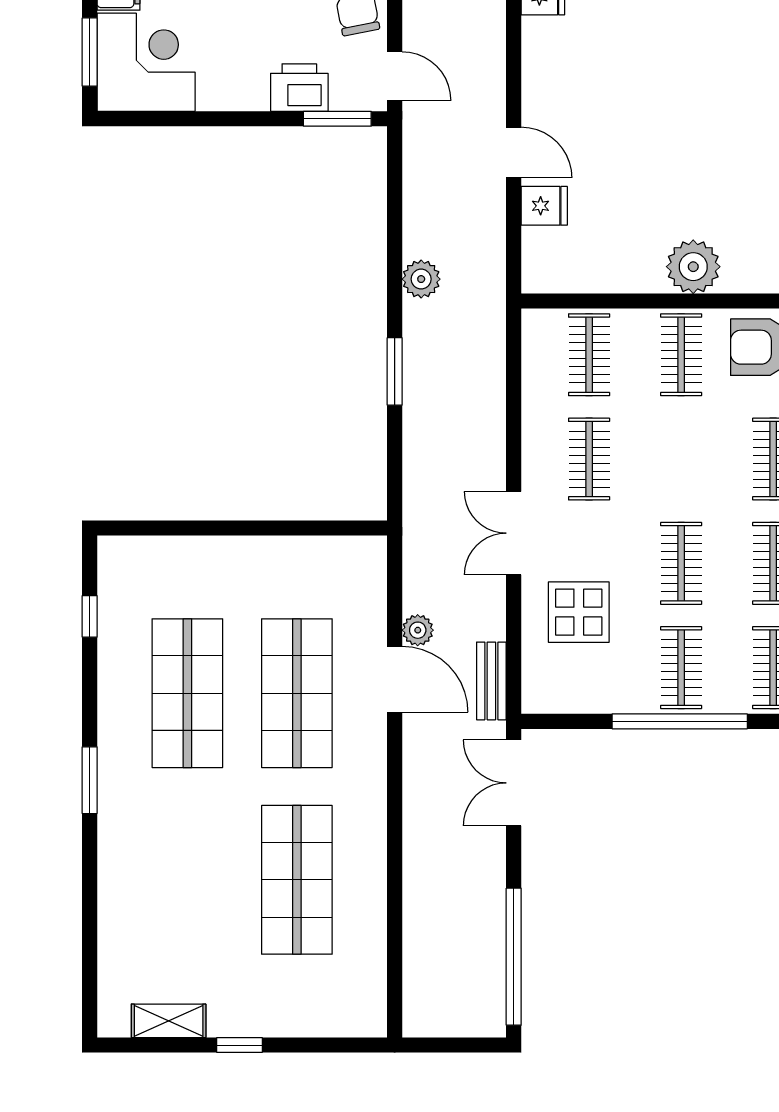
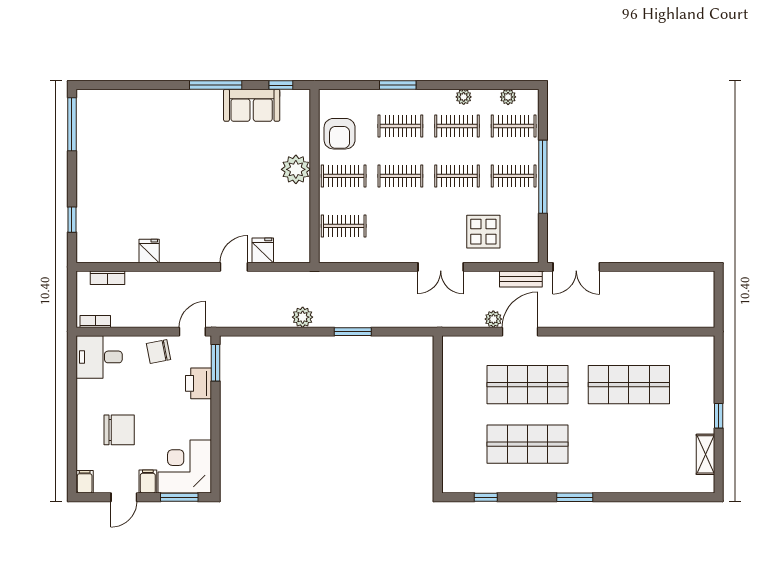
clothes rail: (589, 459) -> (400, 176), moved
window: (514, 957) -> (671, 267), removed

